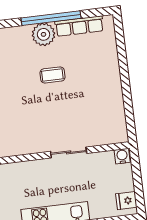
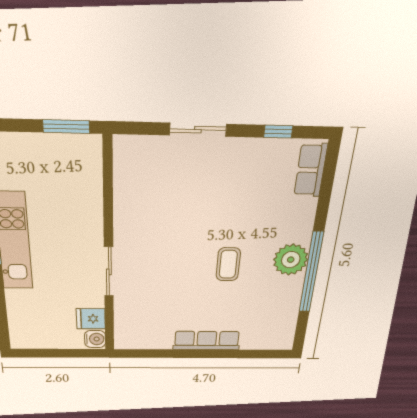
row of seats: (79, 26) -> (207, 340), moved, turned 90
fridge: (126, 201) -> (91, 319), moved, turned -90

